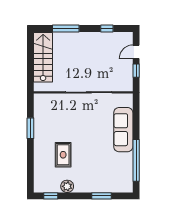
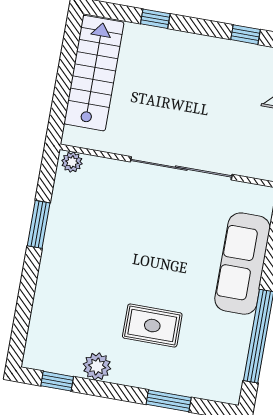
window: (66, 28) -> (155, 19), width x0.46
plant: (40, 98) -> (72, 162), added
rug: (63, 155) -> (152, 326), moved, turned 90

